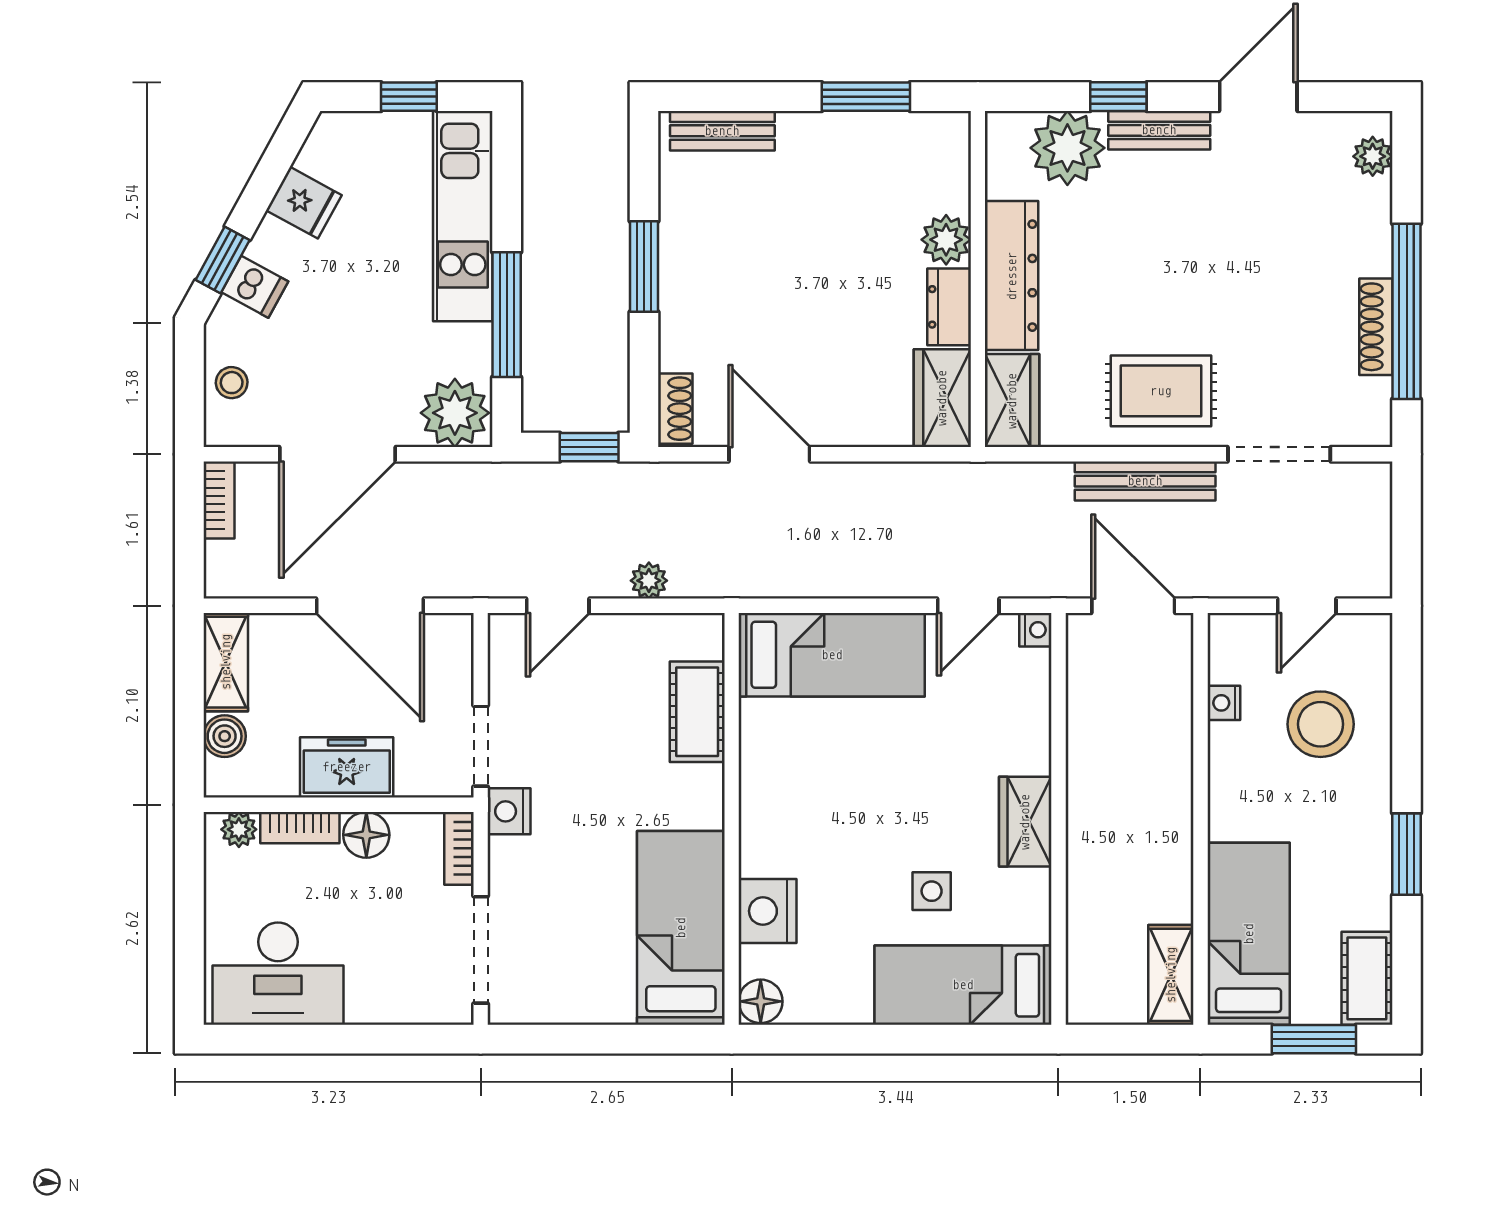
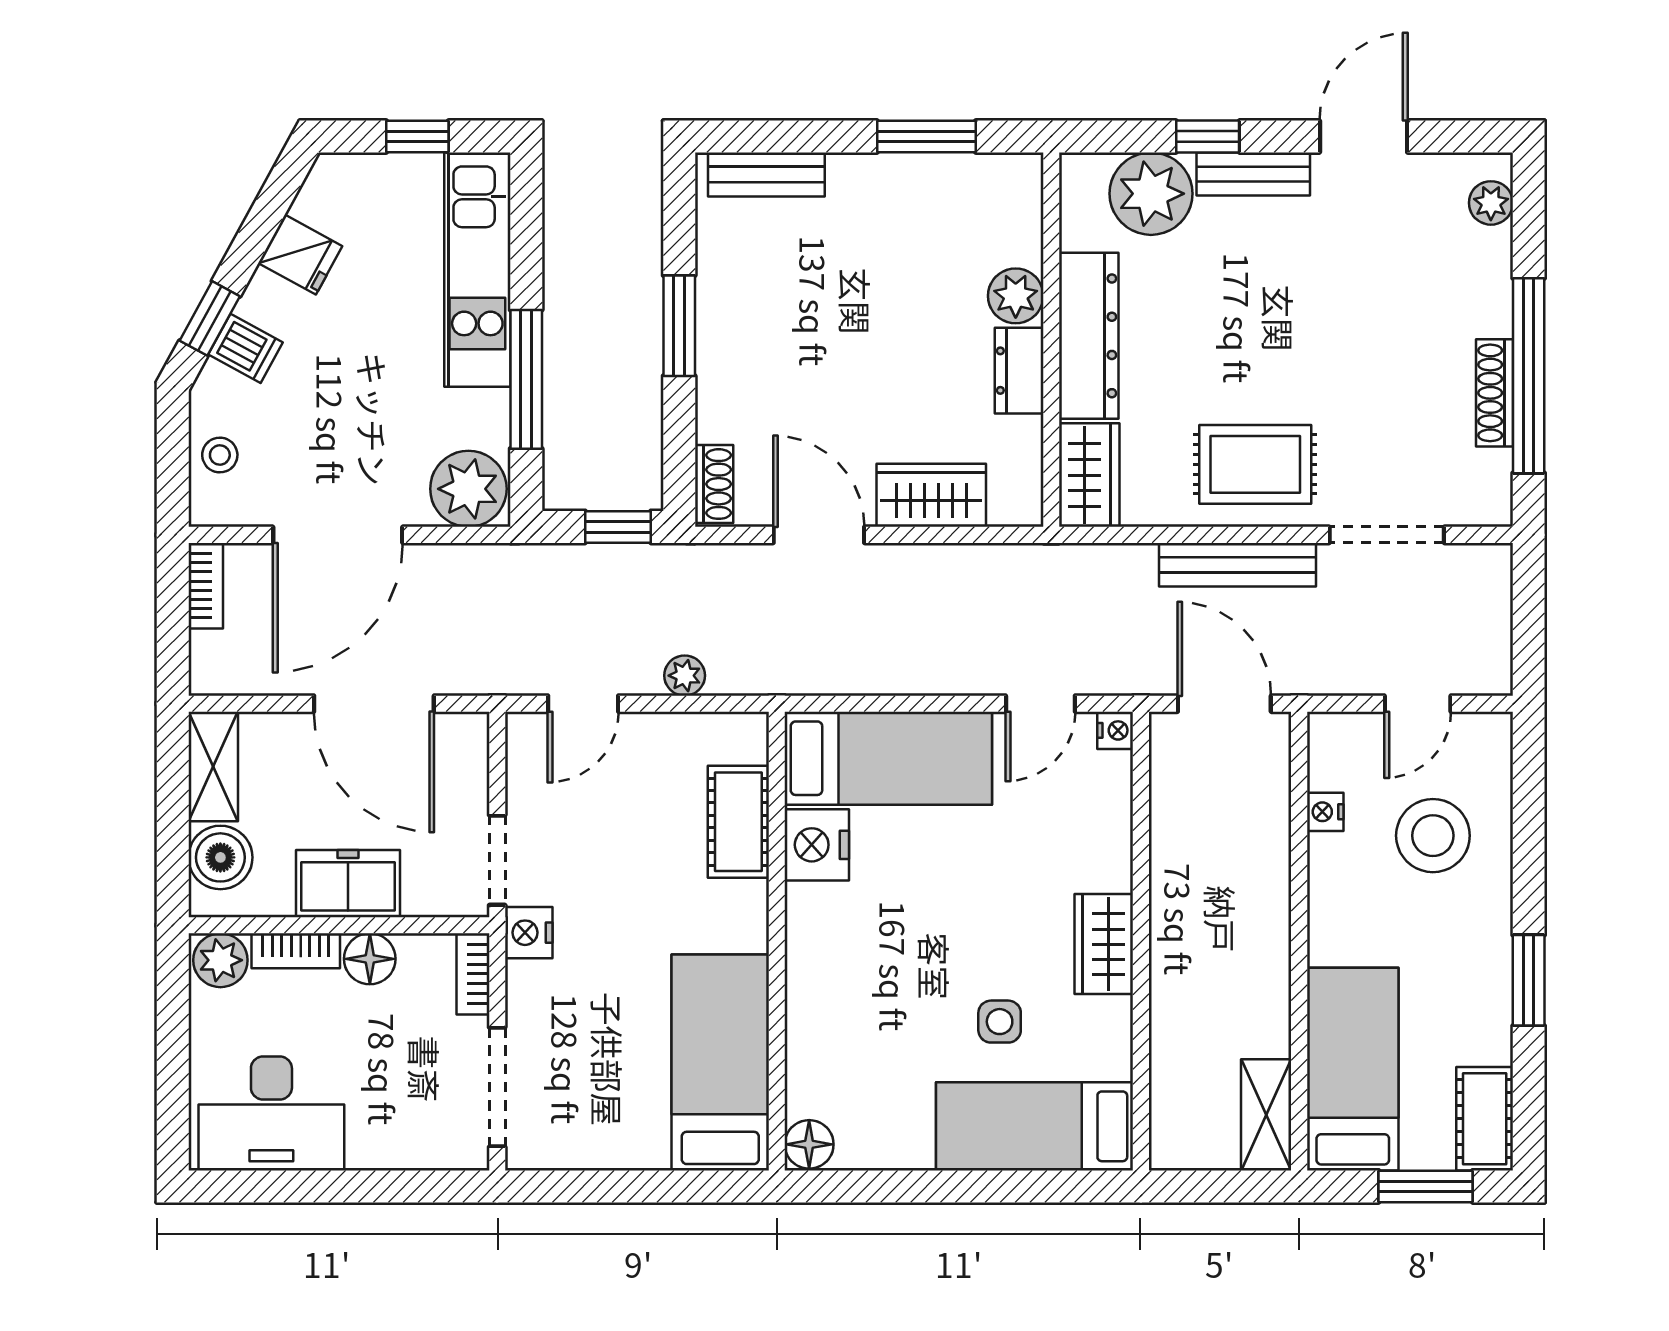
wardrobe: (942, 398) -> (931, 495), moved, turned 90
boiler: (225, 736) -> (220, 857), width x1.36, depth x1.36
plant: (239, 829) -> (220, 960), width x1.38, depth x1.38
nightstand: (768, 911) -> (817, 845), moved

